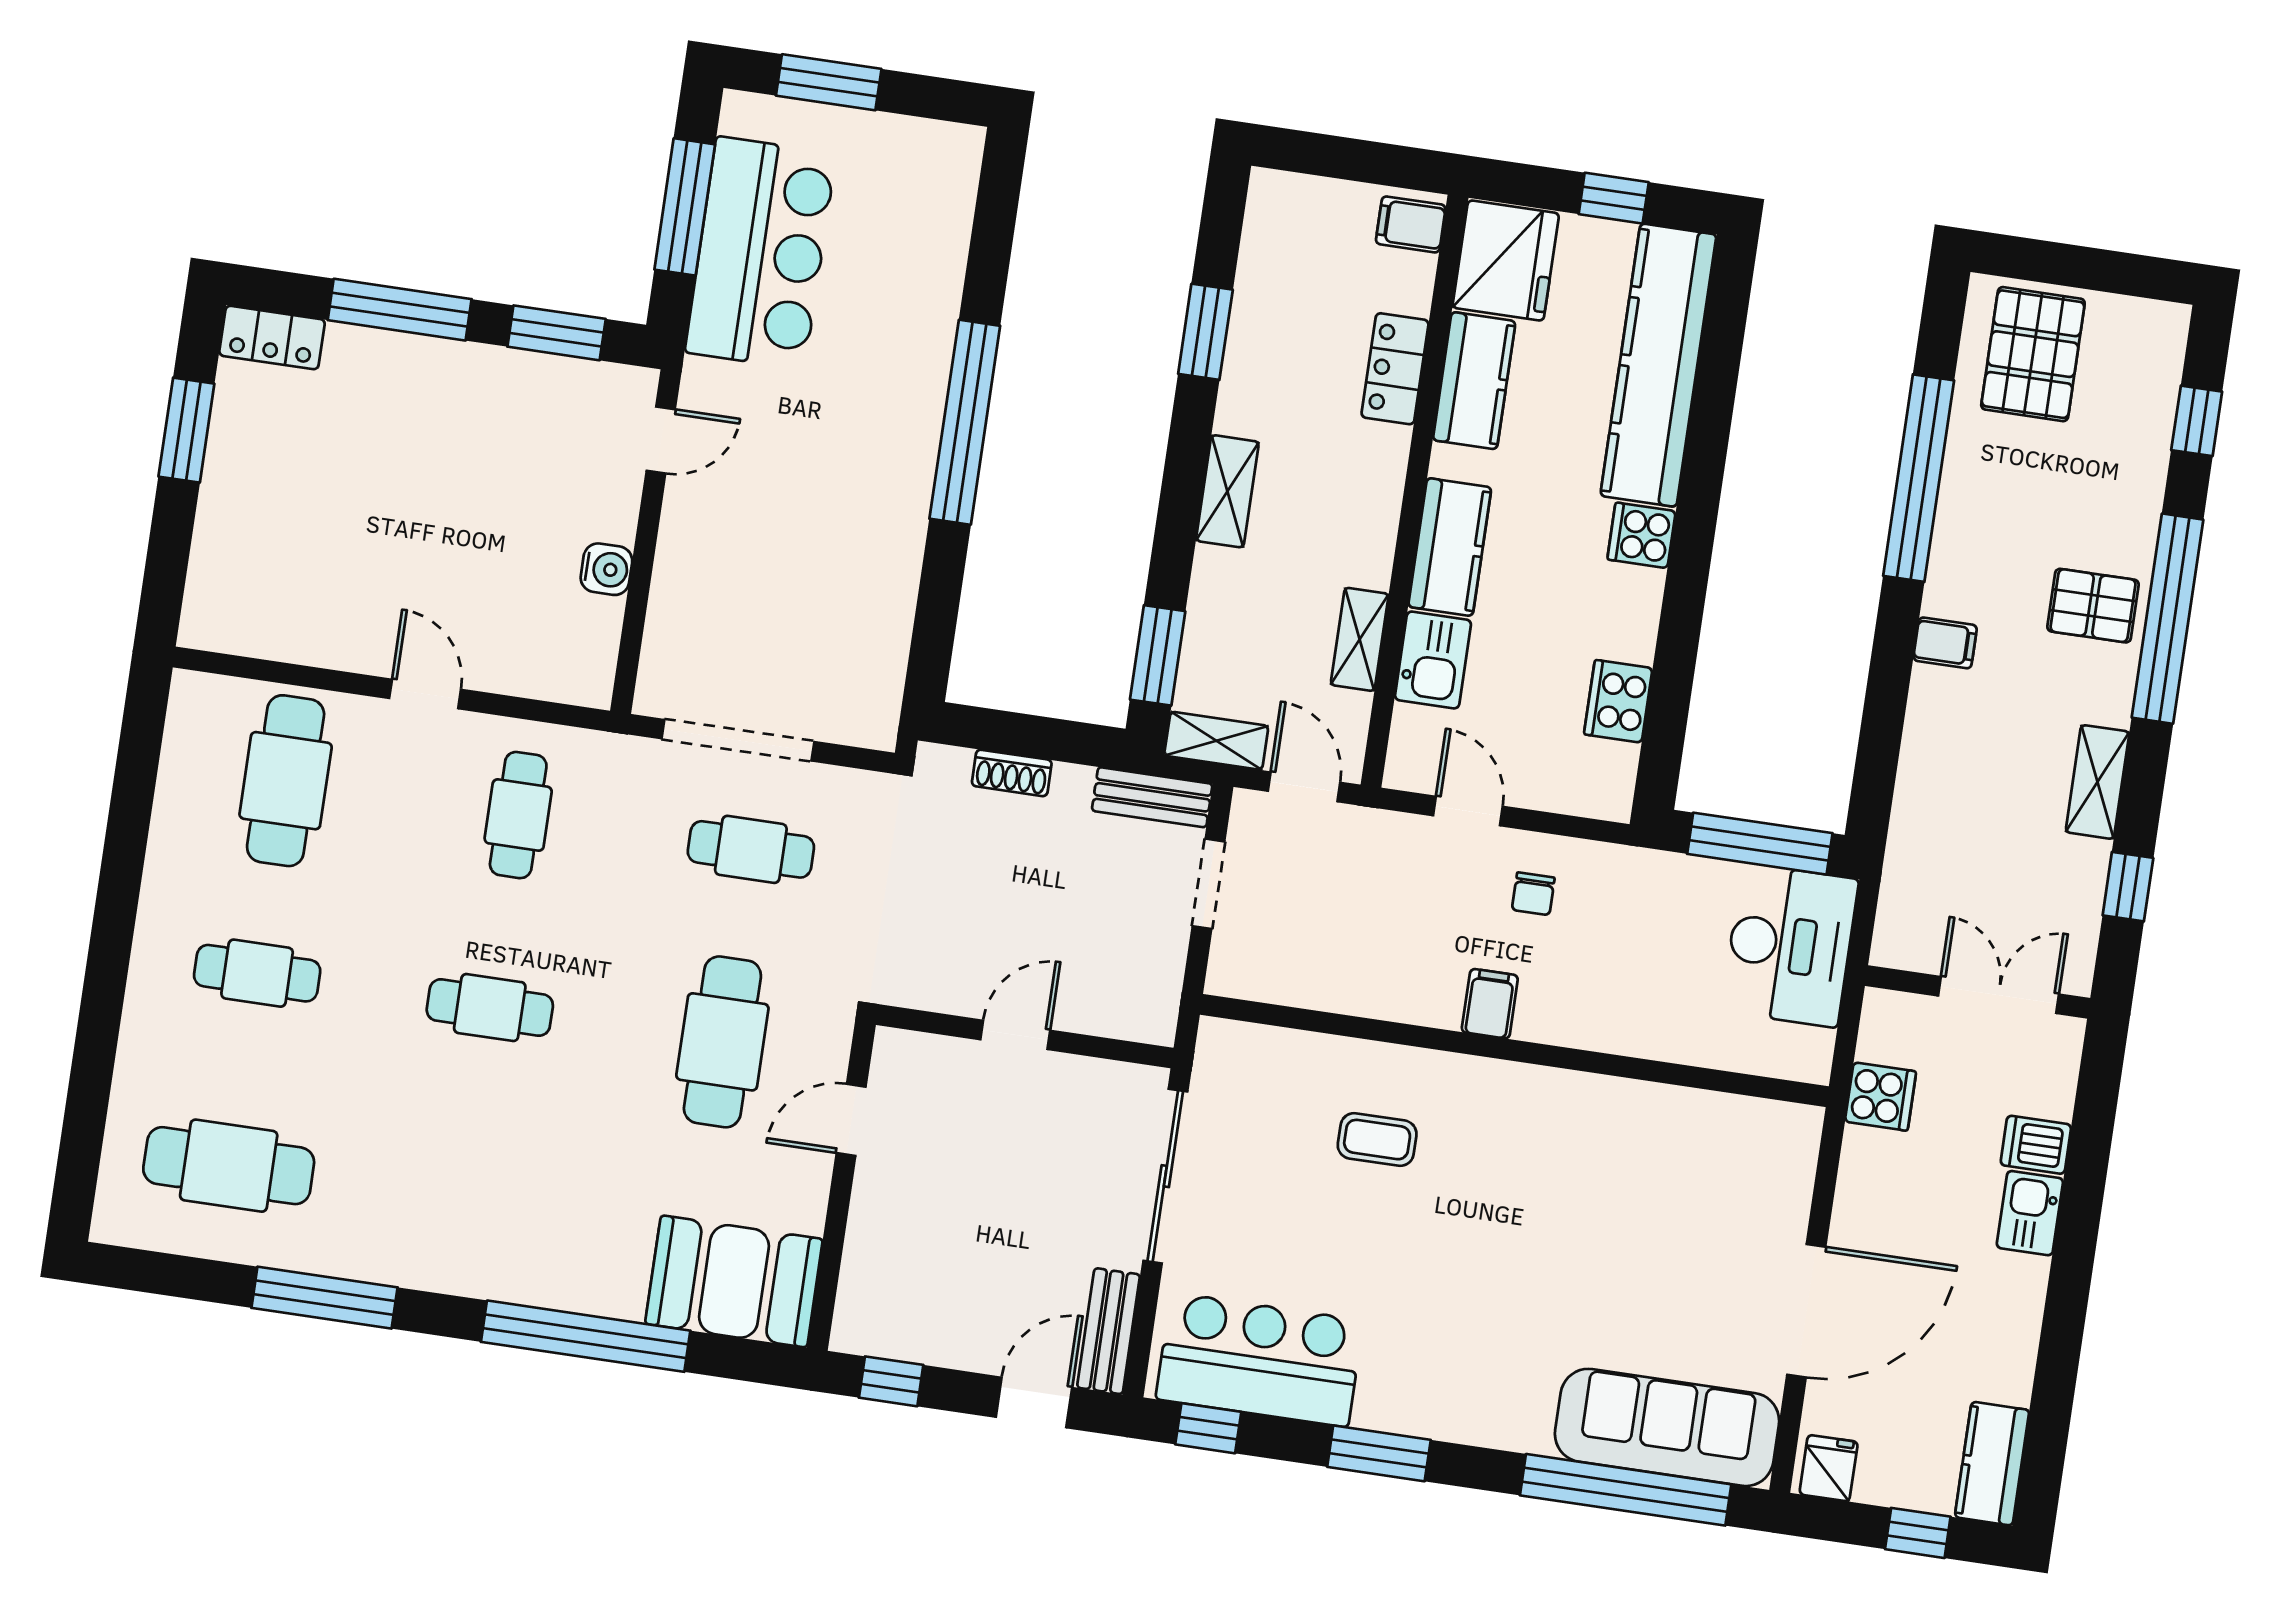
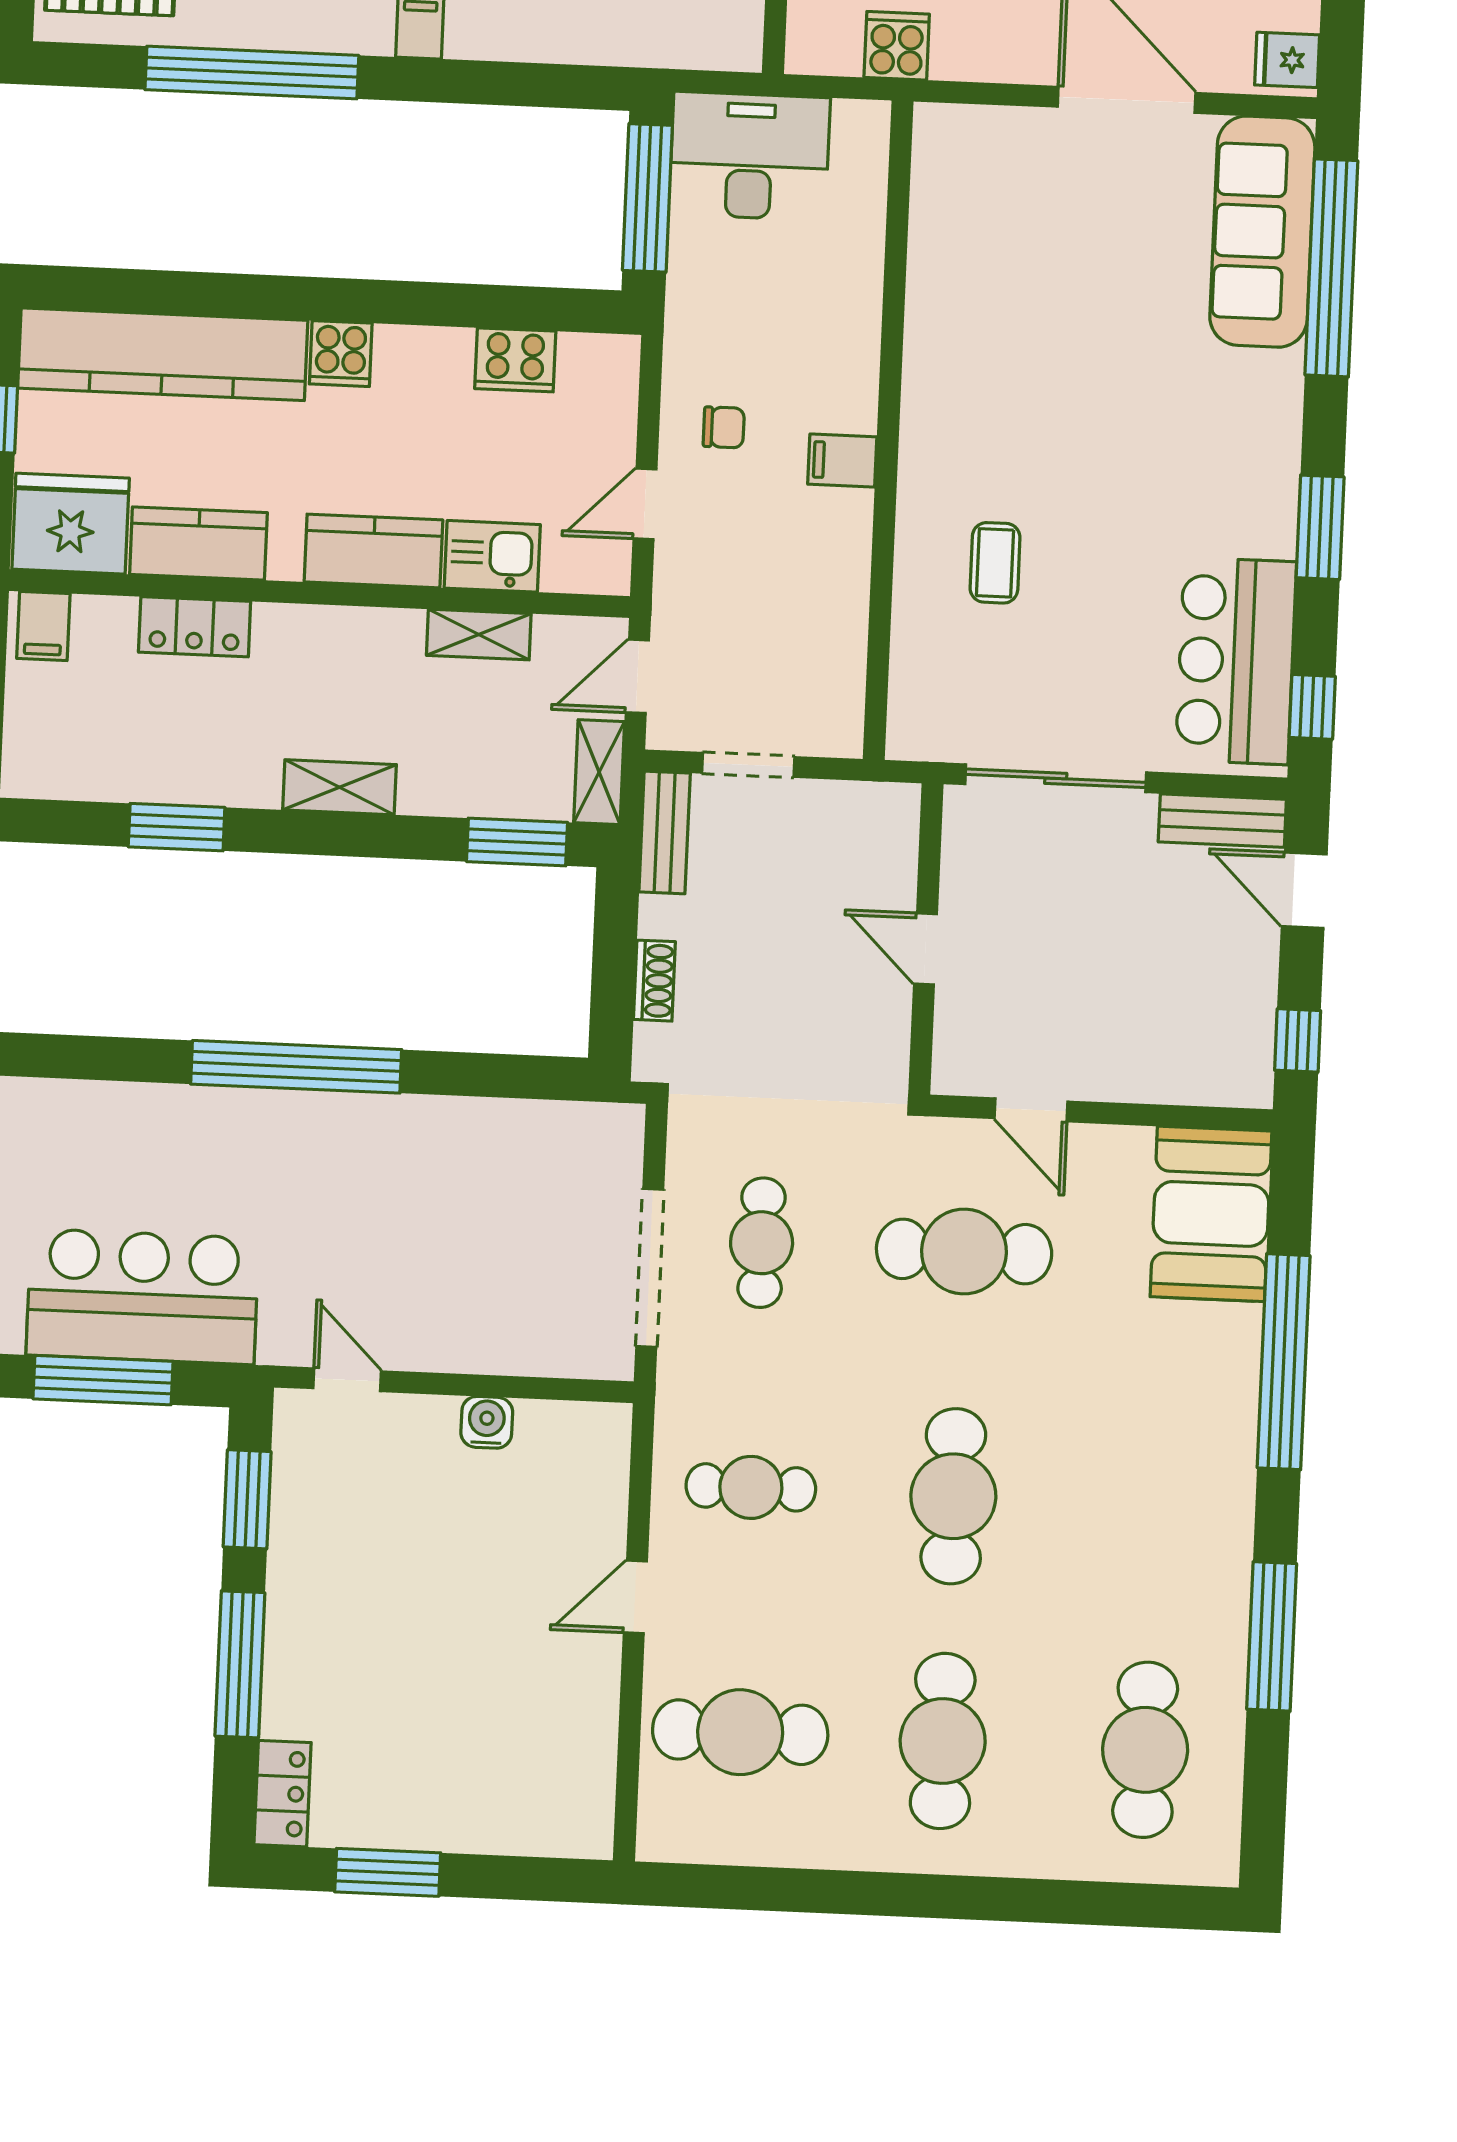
cafe table: (257, 973) -> (943, 1741), width x1.37, depth x1.35
cafe table: (490, 1008) -> (953, 1496), width x1.37, depth x1.35

